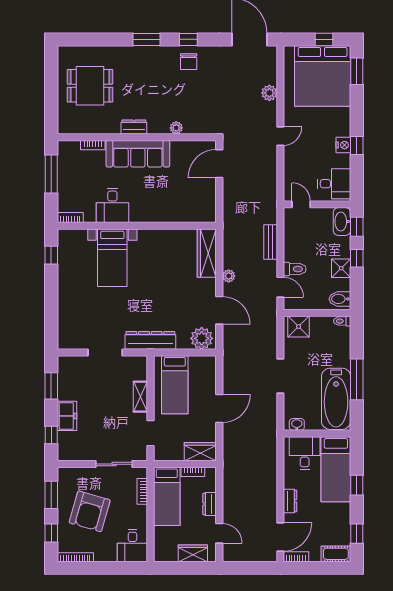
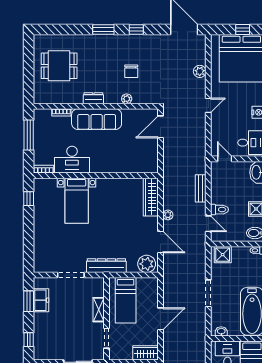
chair: (189, 62) -> (131, 71), moved
desk: (112, 205) -> (72, 160), width x1.37
freezer: (67, 416) -> (41, 300), moved

